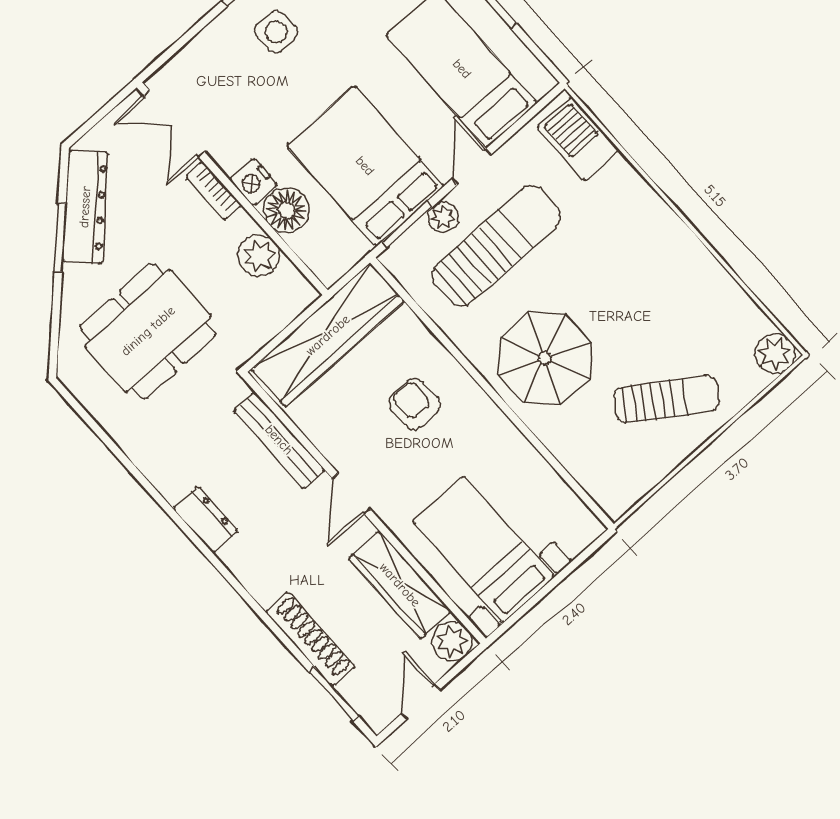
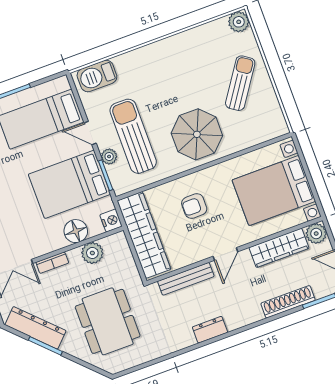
nightstand: (253, 182) -> (111, 221), moved, turned -90
door: (351, 494) -> (225, 254), hinge flipped
bed with nightstands: (483, 549) -> (274, 191), width x1.36

